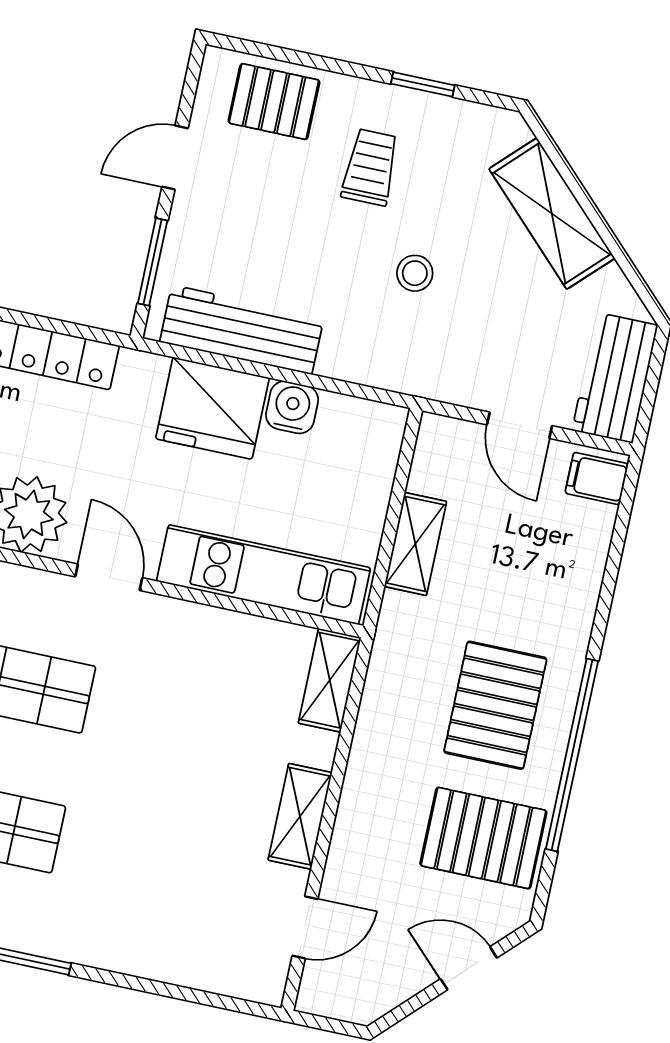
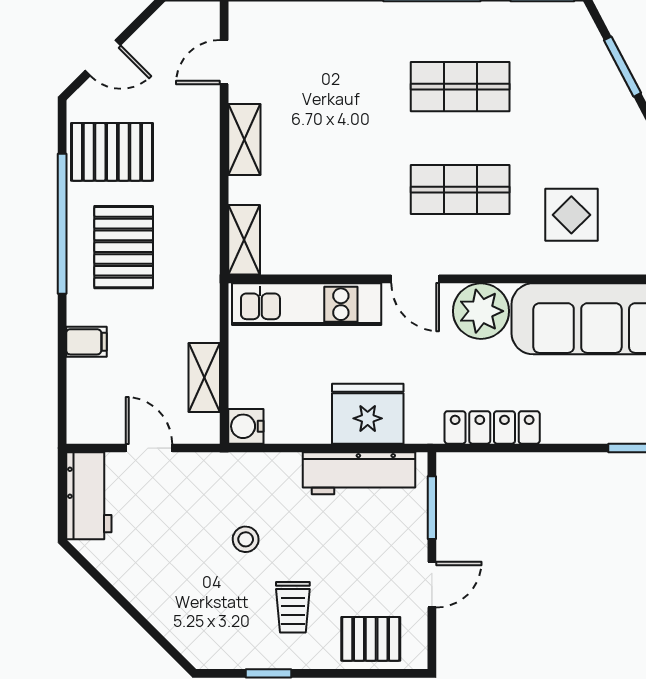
shelving: (552, 214) -> (158, 602), removed
water cooler: (292, 407) -> (246, 426), moved, turned 90
filing cabinet: (597, 478) -> (87, 342), moved
shelving: (415, 544) -> (204, 377), moved

